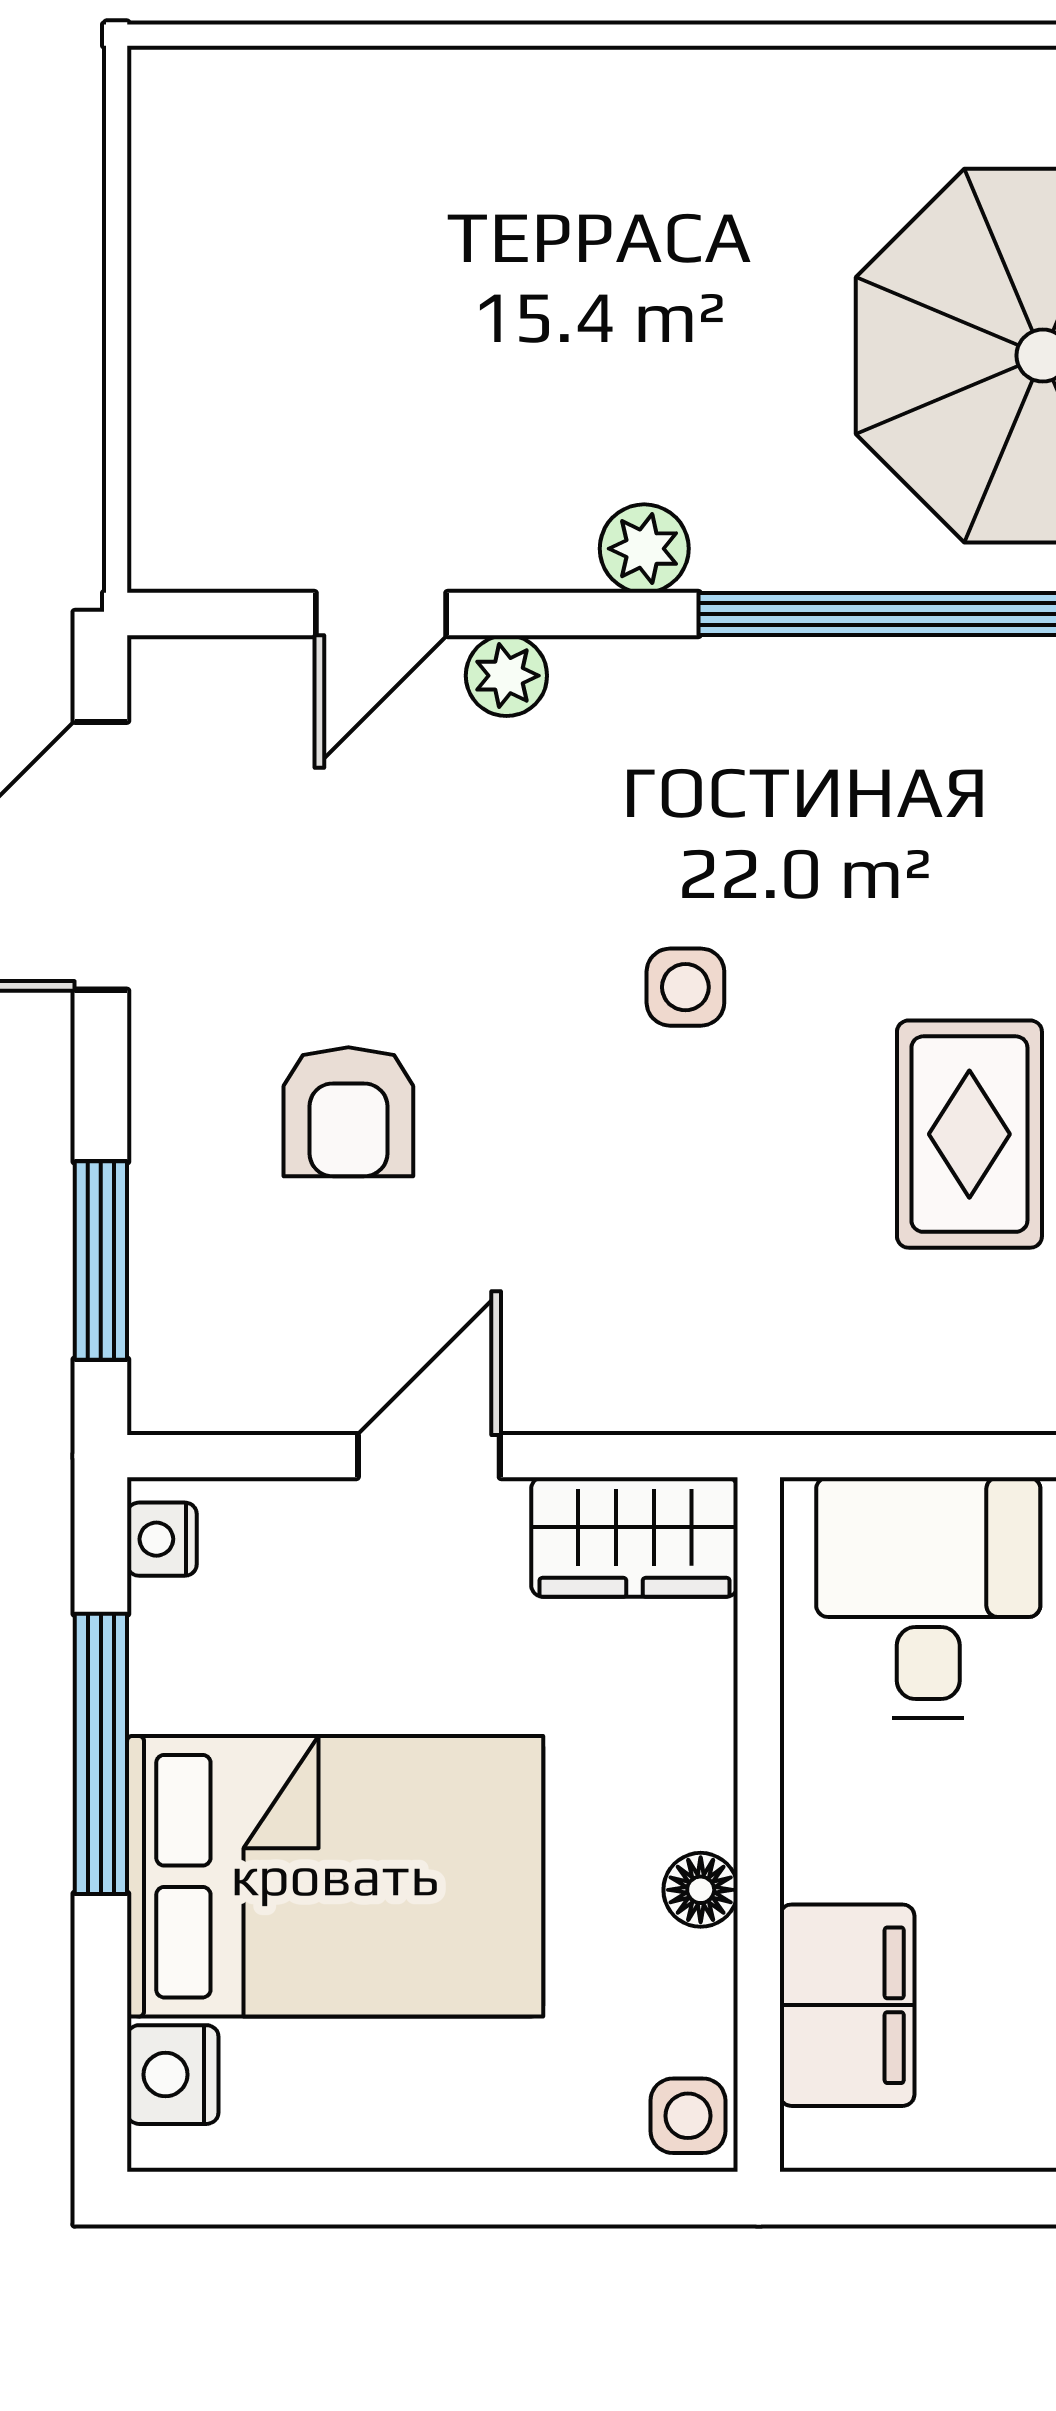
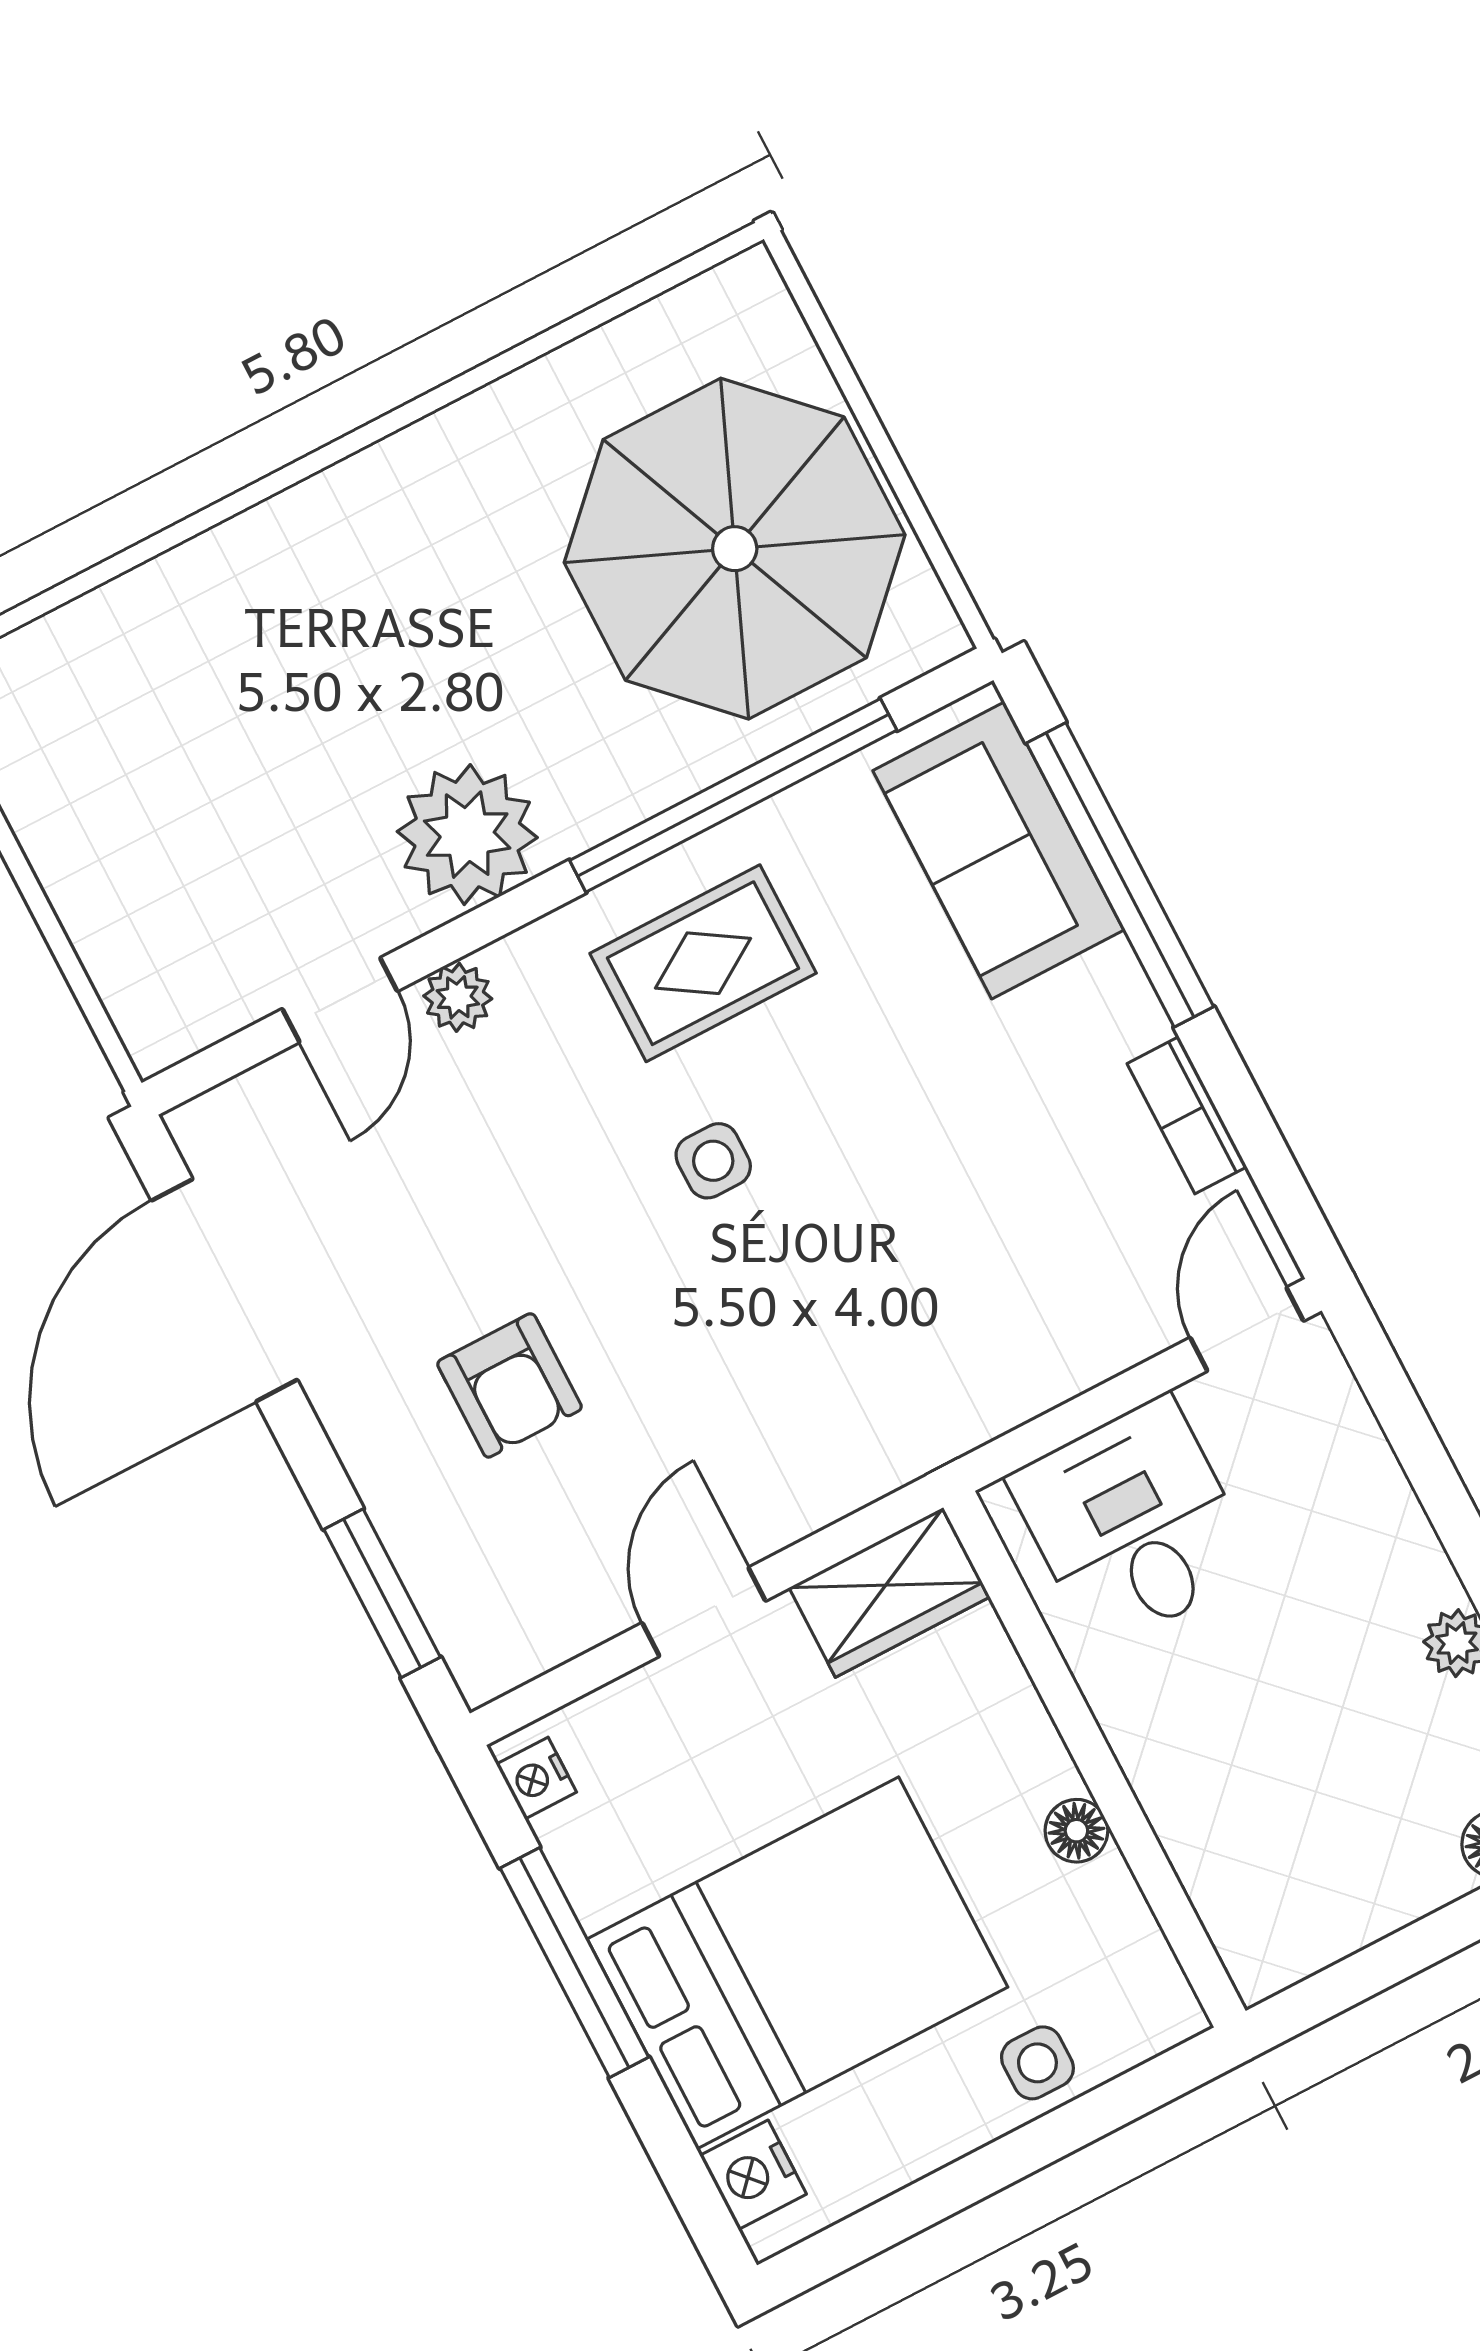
plant: (644, 549) -> (467, 835), width x1.88, depth x1.88
rug: (969, 1134) -> (703, 963), moved, turned 90
filing cabinet: (847, 2005) -> (1231, 1860), removed
side table: (688, 2116) -> (1037, 2063), moved

